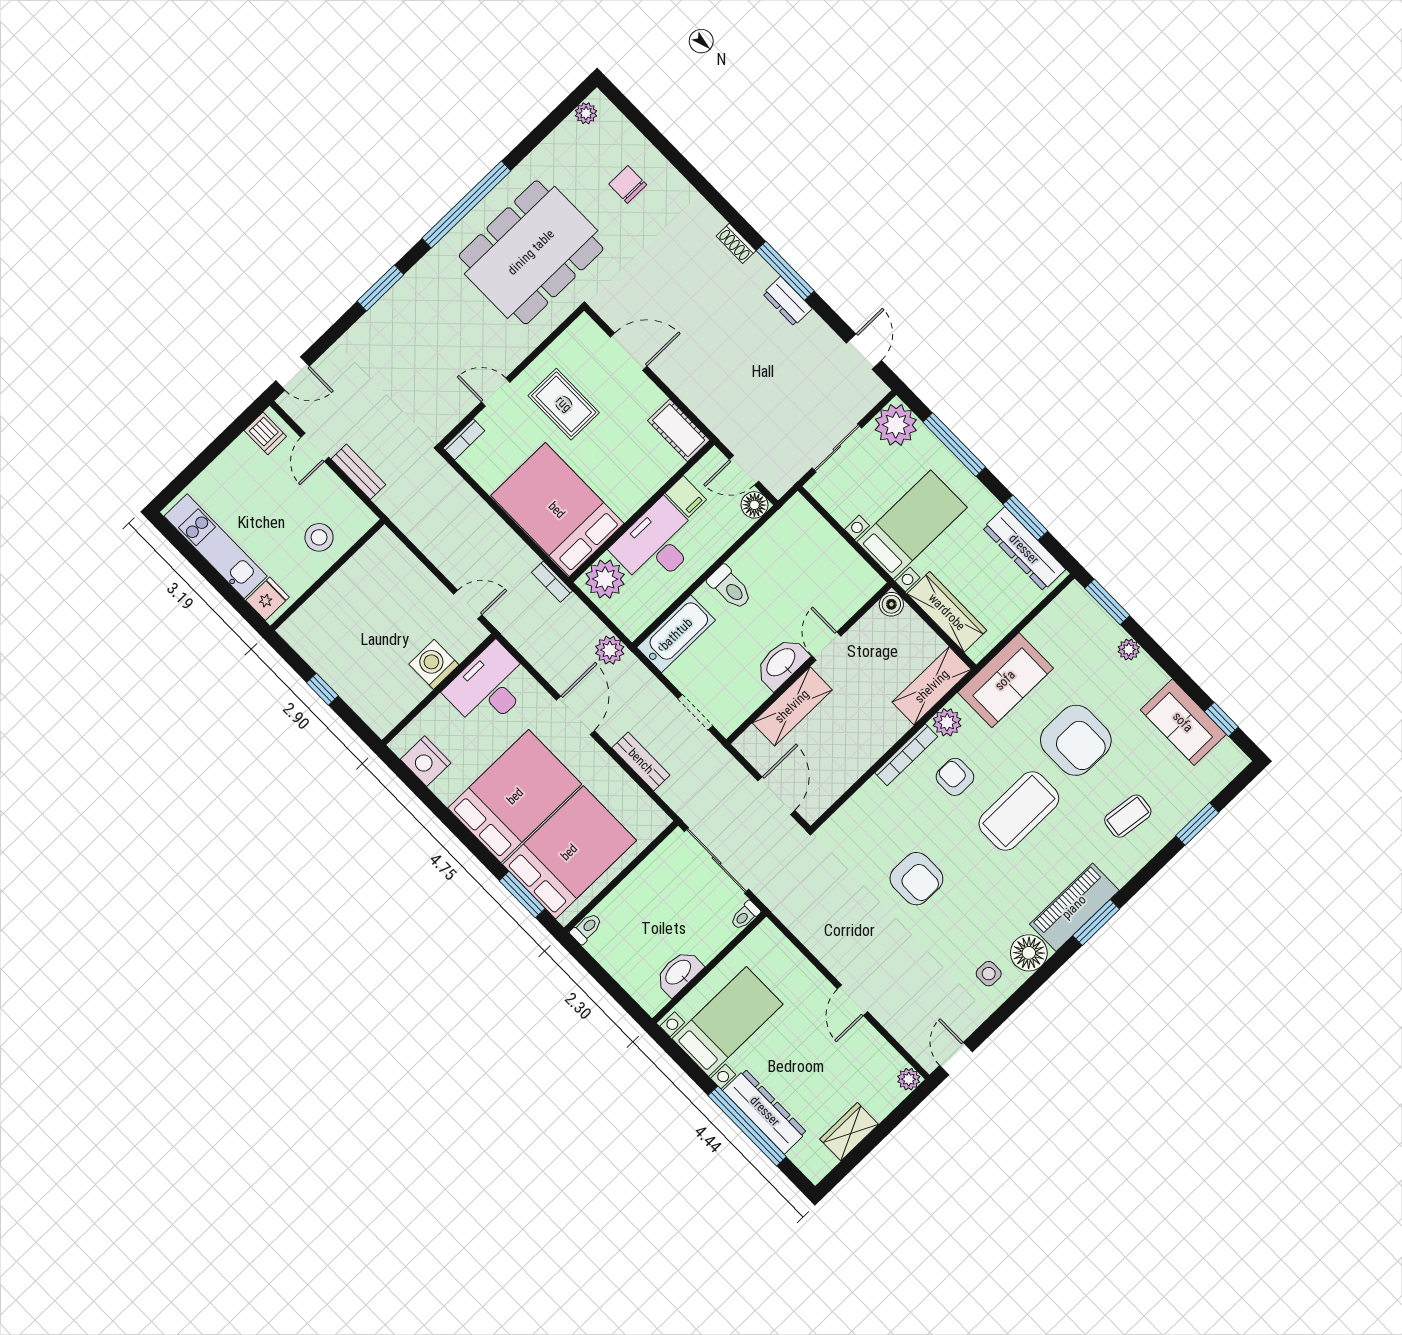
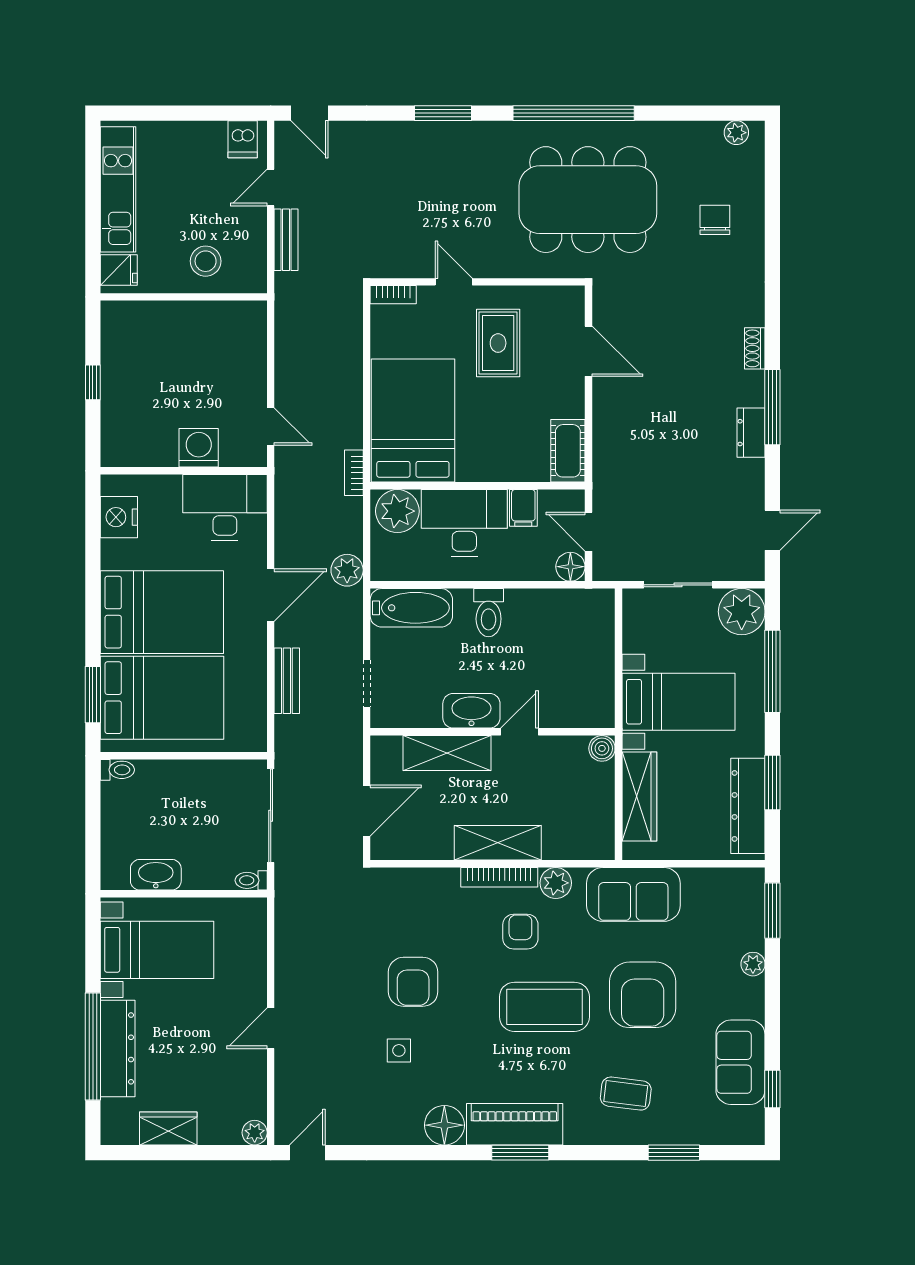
shelving: (932, 686) -> (498, 843), moved
side table: (989, 974) -> (399, 1050), moved

